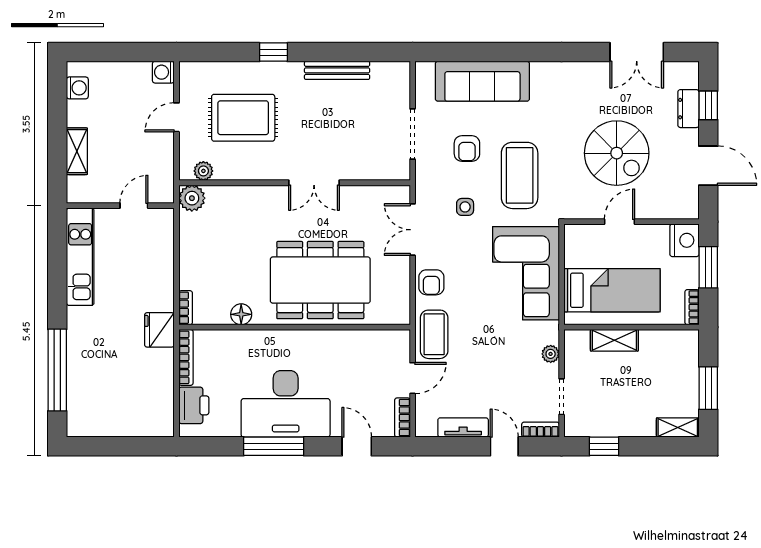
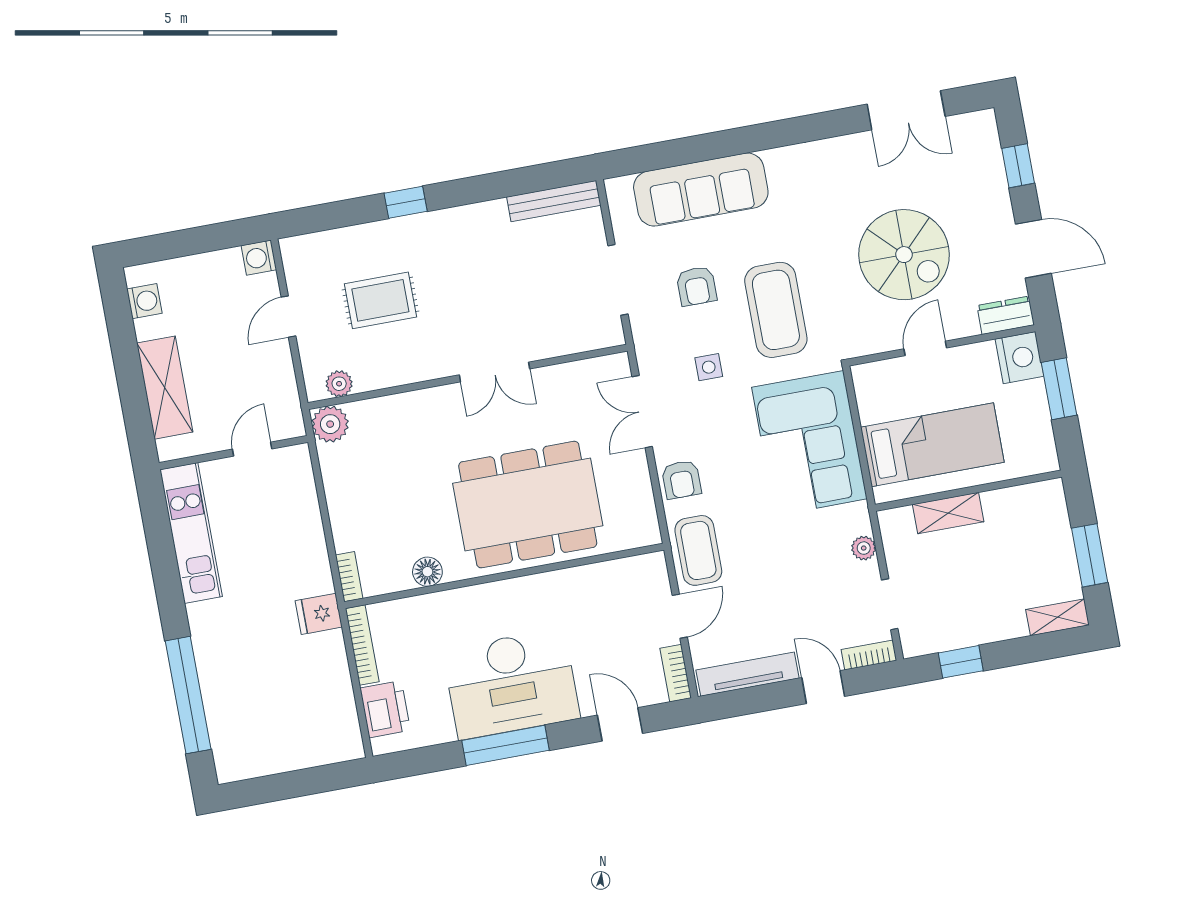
bench: (337, 70) -> (554, 201), moved
dresser: (688, 109) -> (1006, 315), moved, turned 90
rug: (243, 118) -> (380, 300), width x0.73, depth x0.70
shelving: (77, 151) -> (165, 388), width x1.50, depth x1.33
bookcase: (692, 307) -> (1047, 448), removed
fridge: (159, 330) -> (319, 614), width x0.72
tv unit: (463, 427) -> (748, 674), width x1.41

